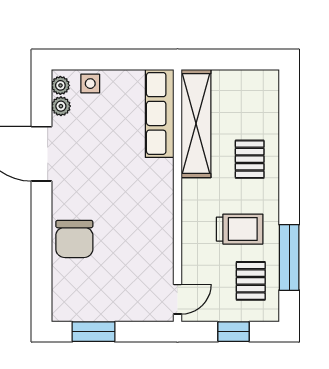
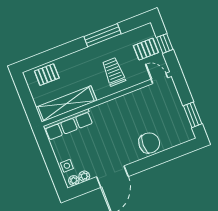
pallet: (250, 159) -> (47, 75), moved
trolley: (240, 229) -> (114, 72), moved
window: (289, 257) -> (102, 35), moved
pallet: (251, 281) -> (146, 49), moved

